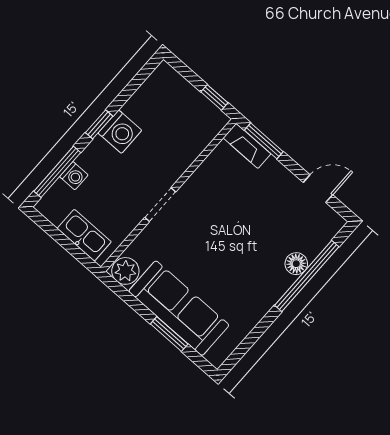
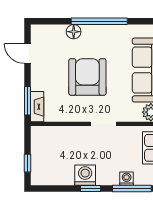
window: (214, 97) -> (27, 163), moved
armchair: (230, 234) -> (87, 77), added
window: (307, 276) -> (99, 21), moved

